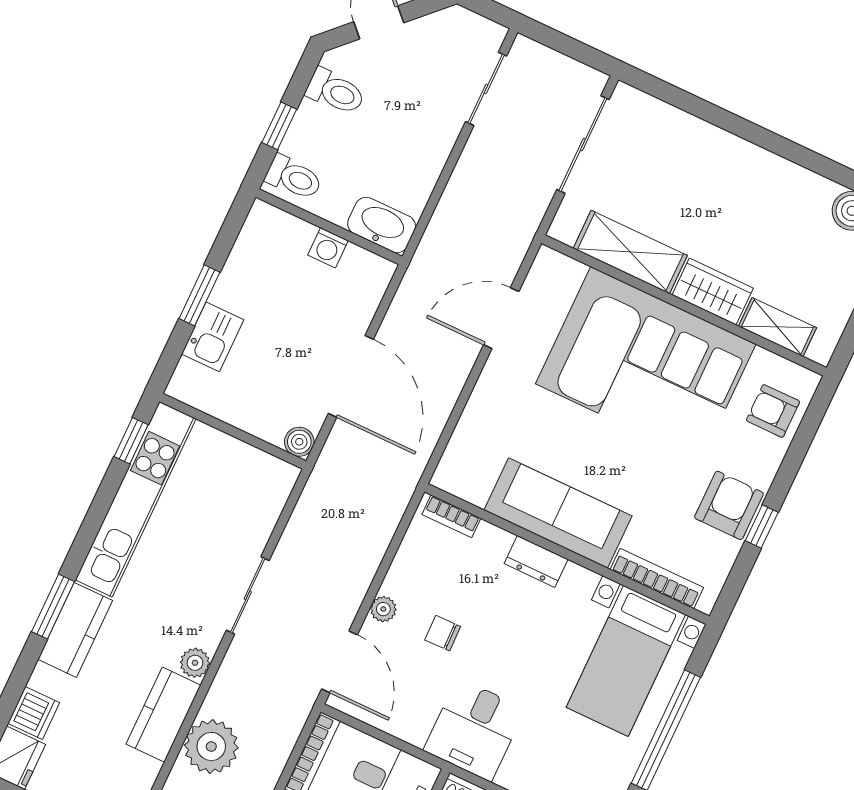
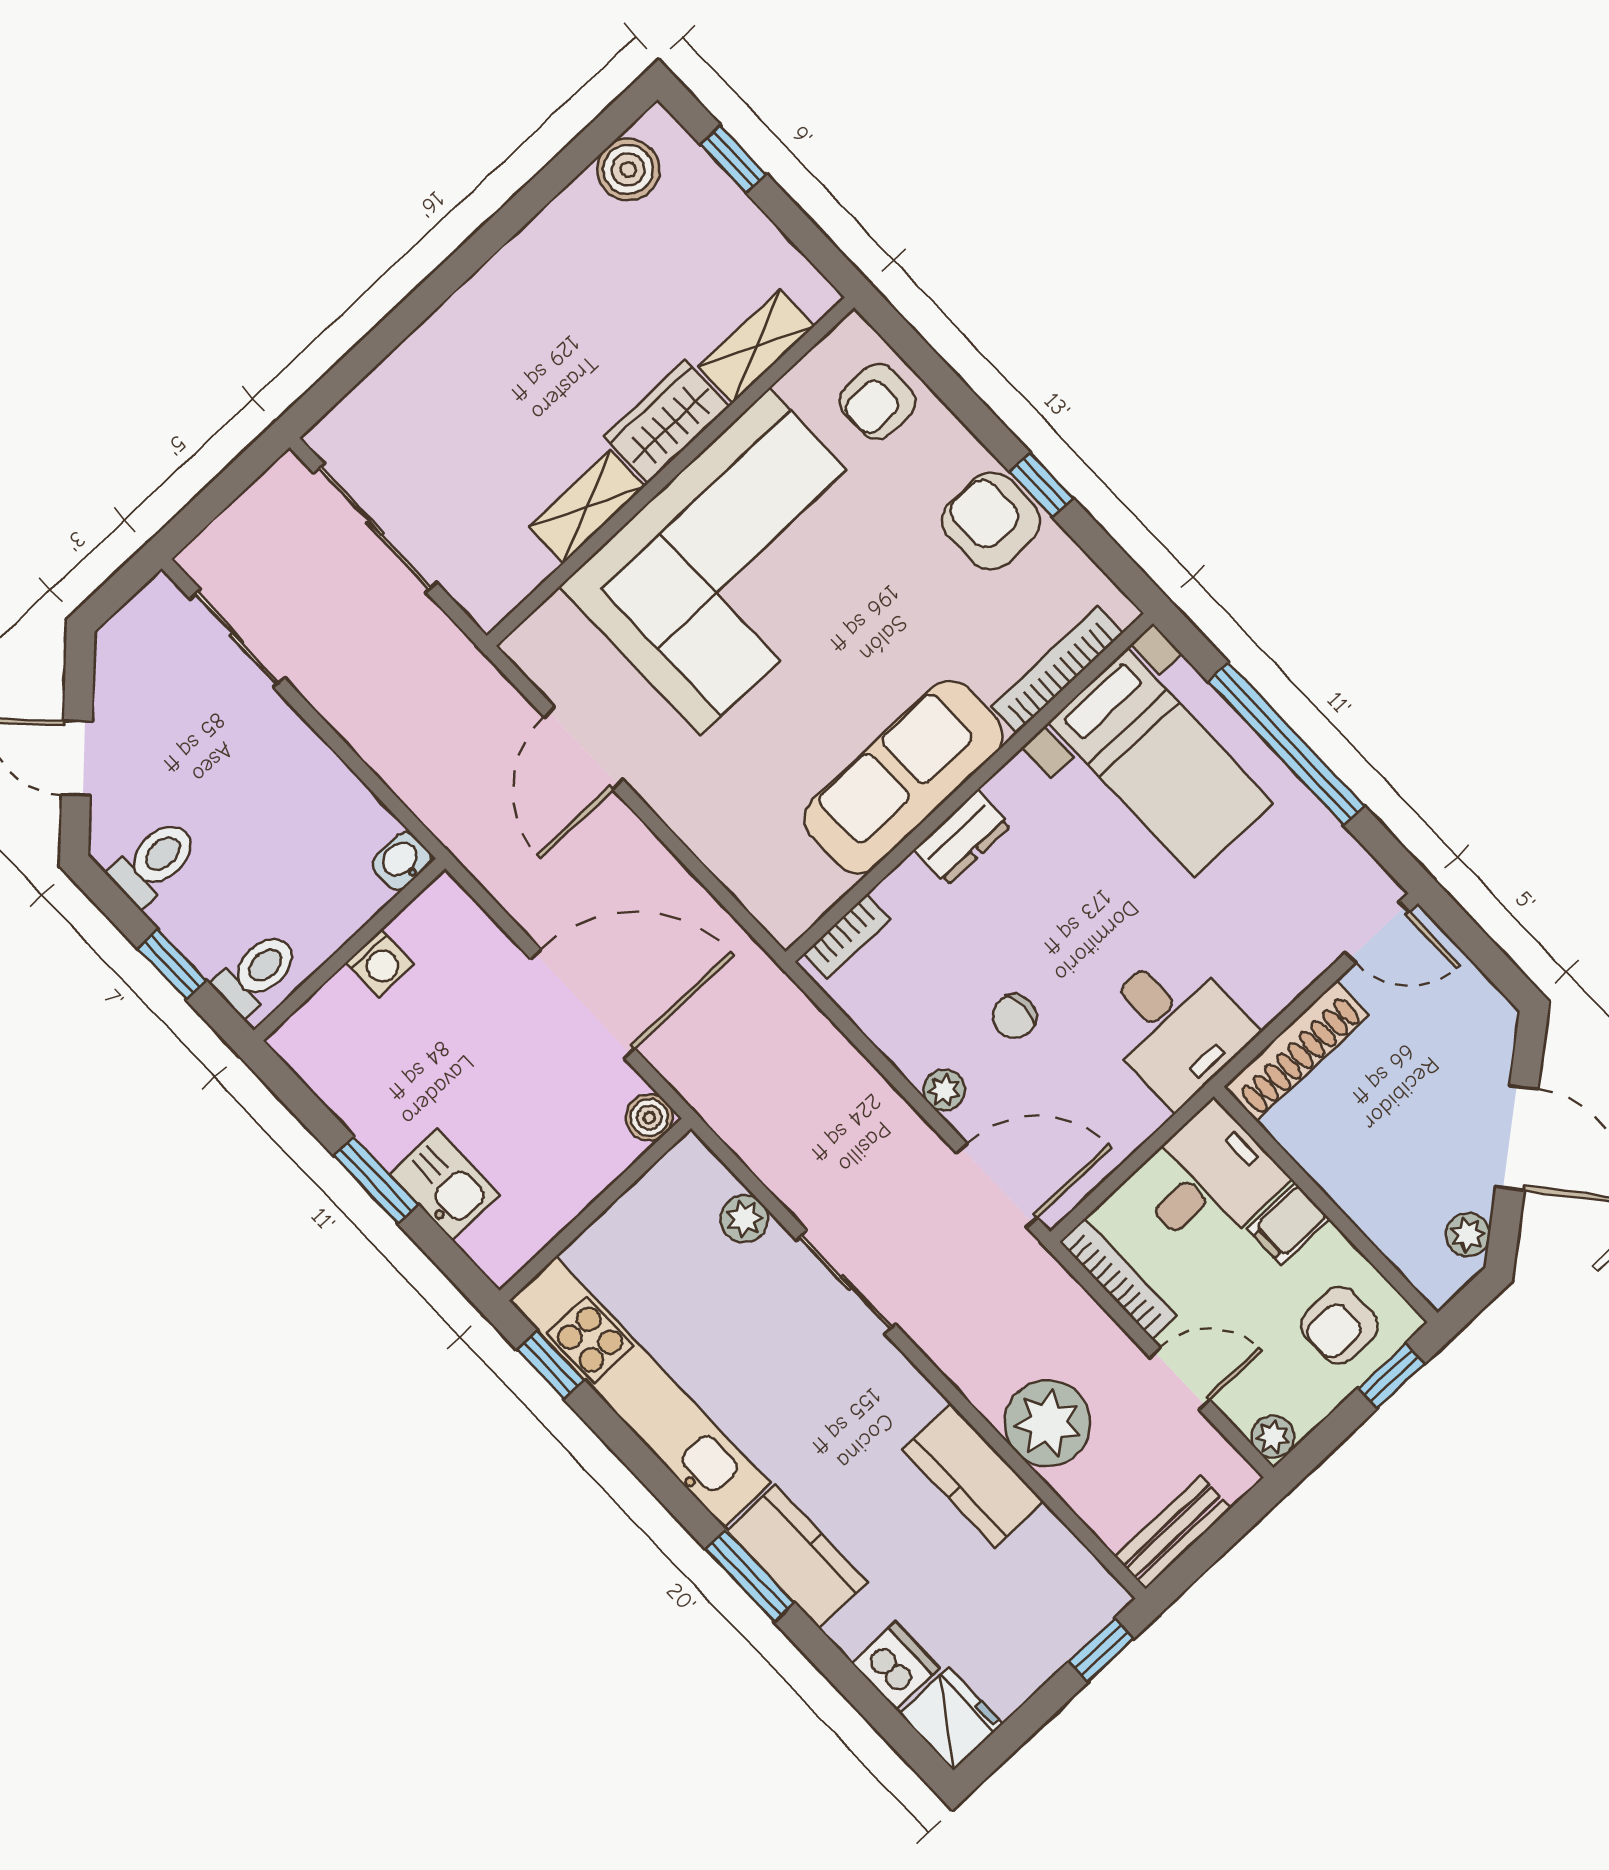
washbasin: (382, 225) -> (402, 861), width x0.52, depth x0.69
shelving: (630, 252) -> (587, 507), width x0.67, depth x0.75
plant: (195, 663) -> (744, 1219), moved

